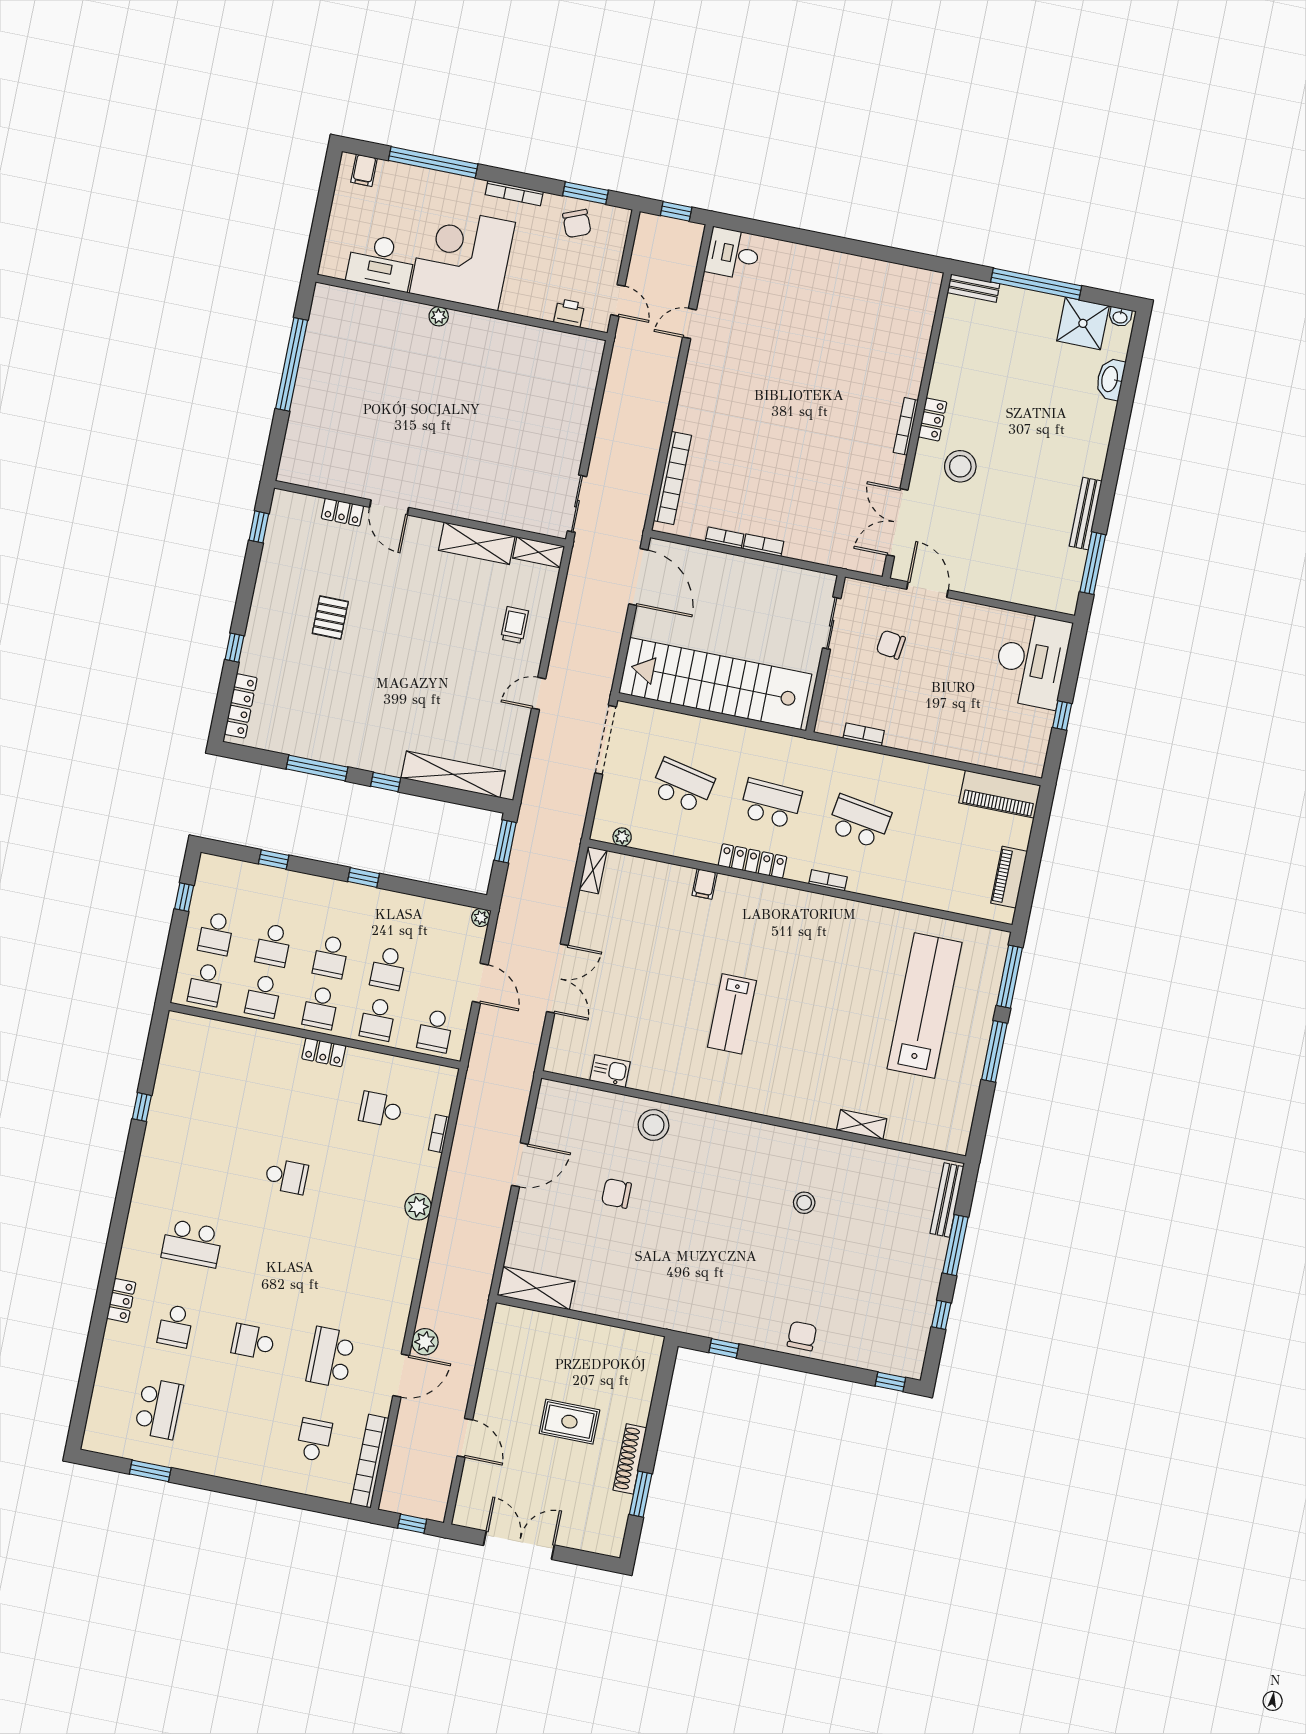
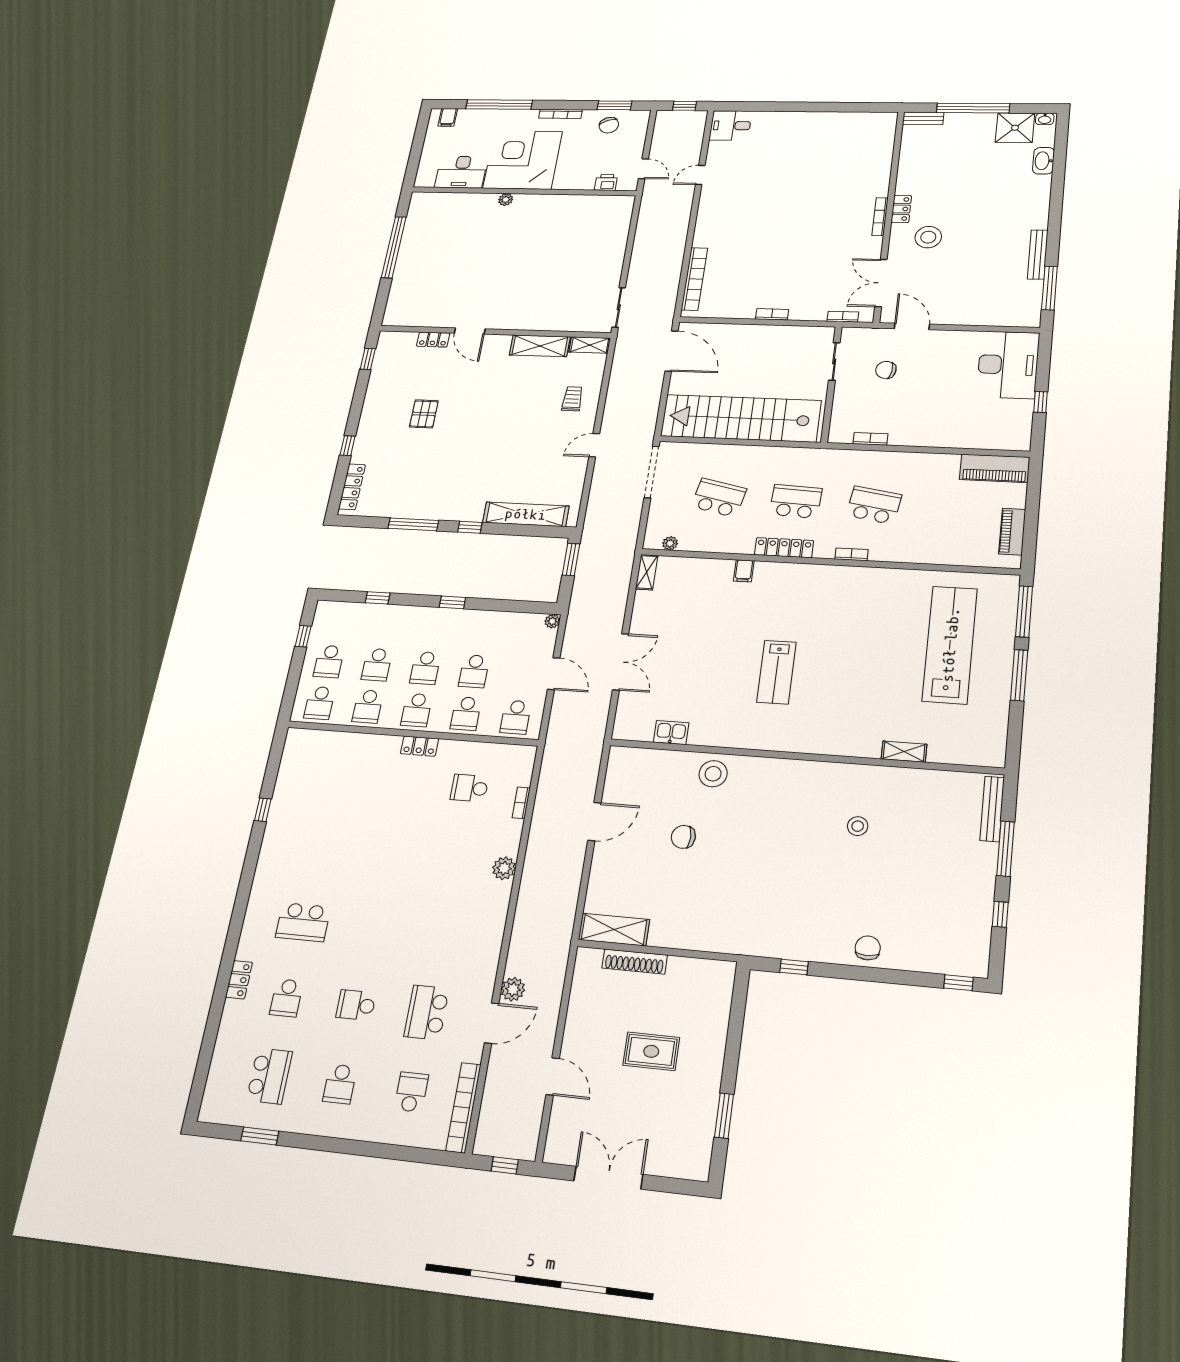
bookcase: (725, 538) -> (843, 317), moved
school desk: (286, 1176) -> (340, 1084), moved, turned 90
shoe rack: (630, 1459) -> (635, 962), moved, turned -90

